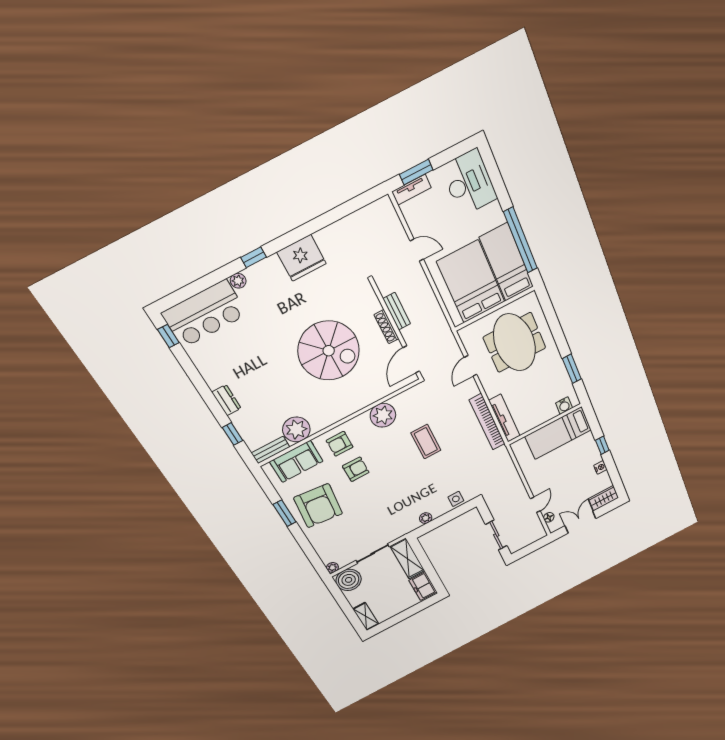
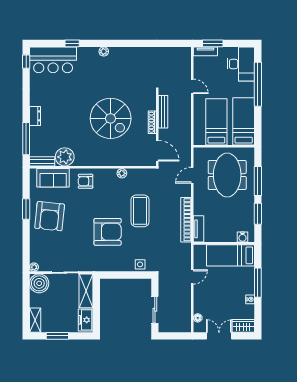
window: (521, 240) -> (258, 84), moved
window: (254, 257) -> (72, 43), moved
fridge: (302, 258) -> (124, 57), removed
plant: (238, 281) -> (104, 51), moved
bed: (471, 282) -> (216, 122), width x0.67
bench: (397, 311) -> (163, 112), width x1.36
window: (556, 330) -> (258, 181), added
door: (411, 359) -> (157, 151), swing flipped
plant: (383, 415) -> (122, 173), width x0.53, depth x0.53
tv unit: (504, 418) -> (199, 229), width x0.71
window: (233, 434) -> (26, 139), width x2.17
coffee table: (426, 442) -> (140, 211), width x1.36, depth x1.32
window: (602, 445) -> (258, 283), width x2.17
armchair: (356, 469) -> (108, 232), moved, width x1.88, depth x1.88
door: (535, 505) -> (192, 277), moved
plant: (426, 518) -> (113, 267), removed
window: (400, 617) -> (57, 336), added

